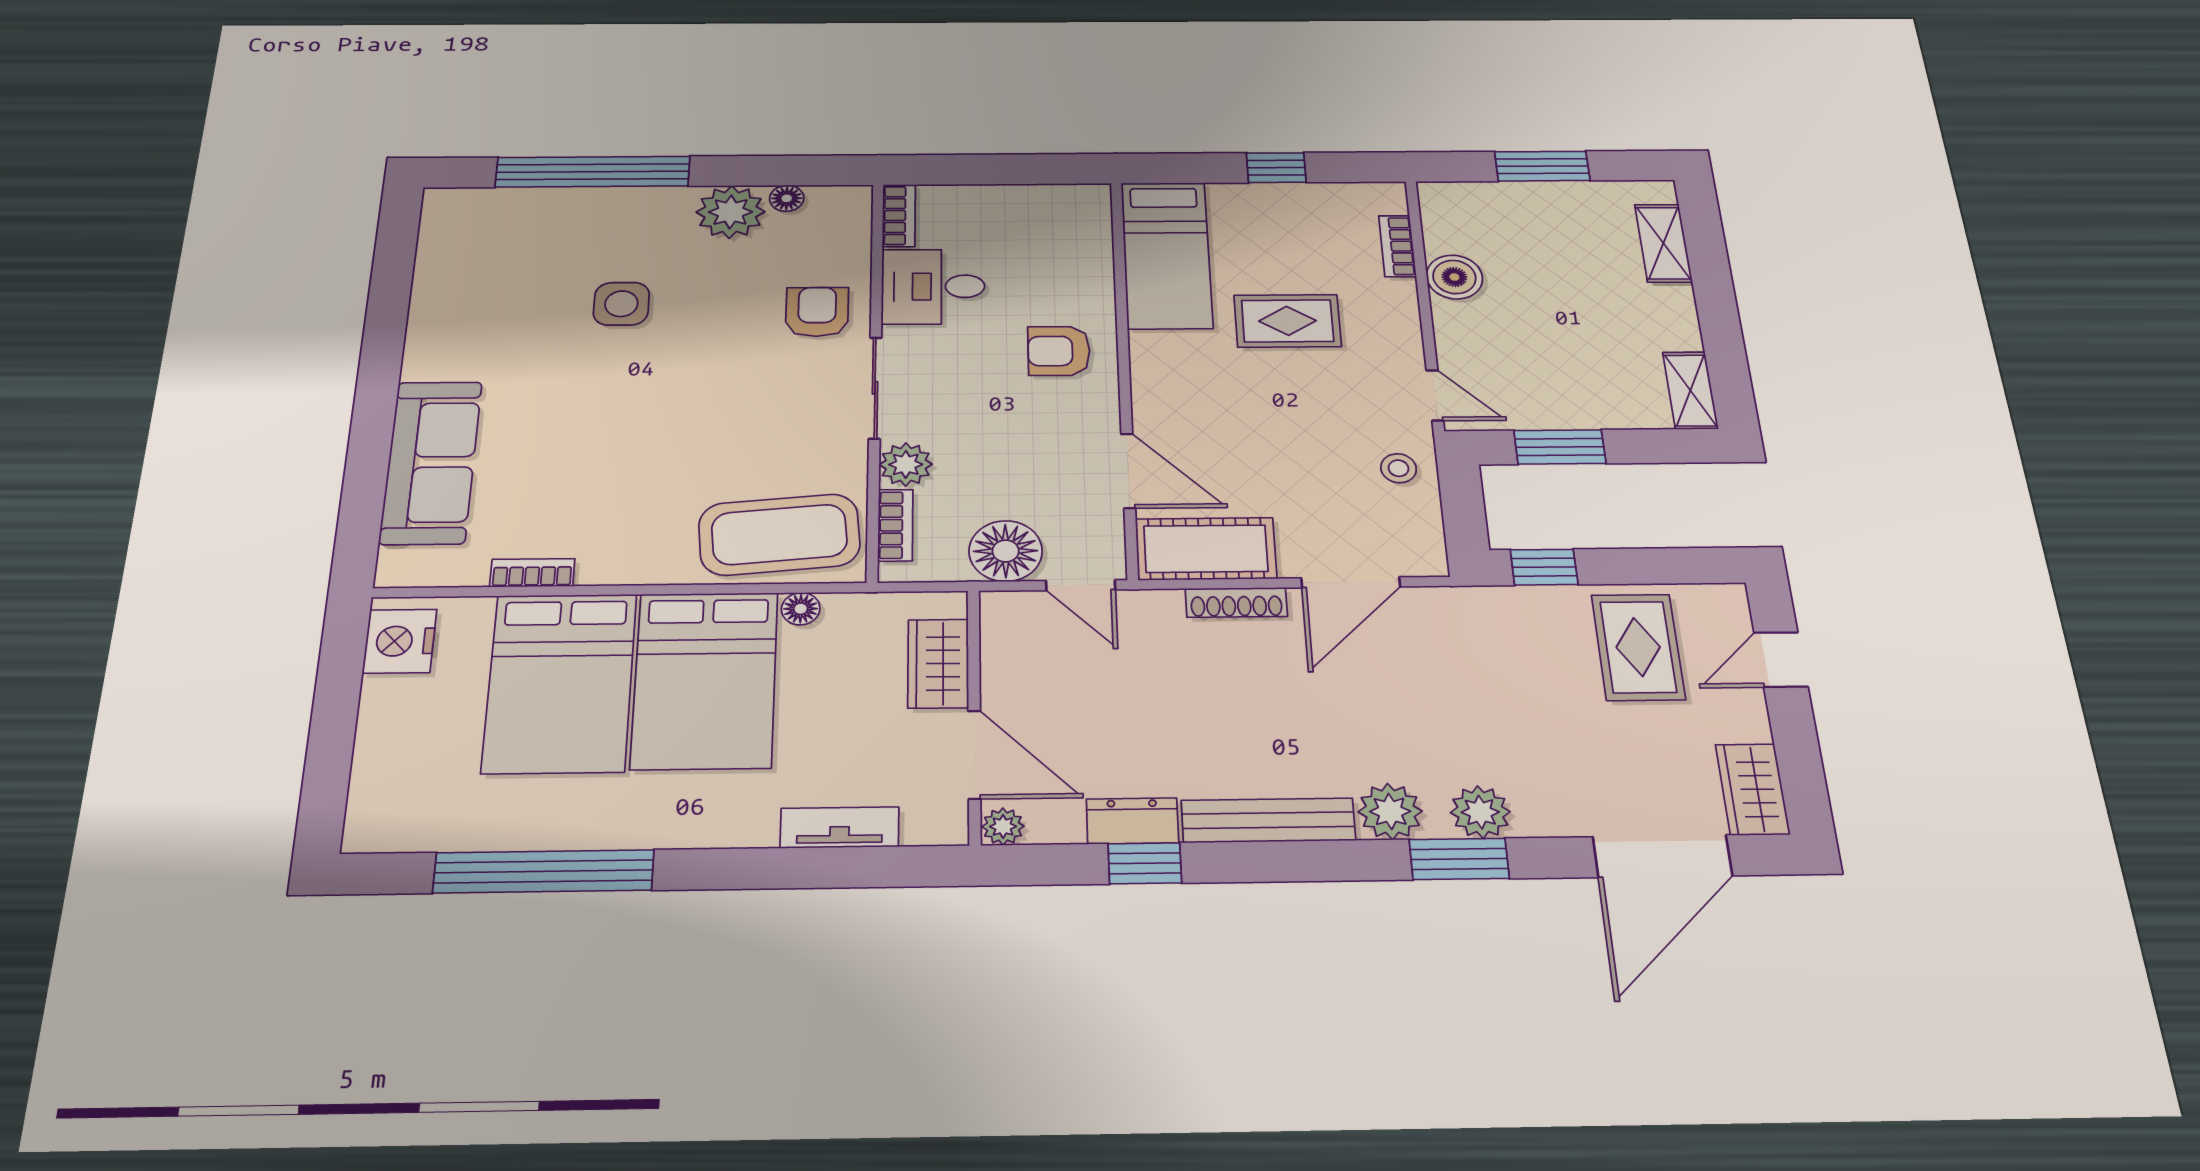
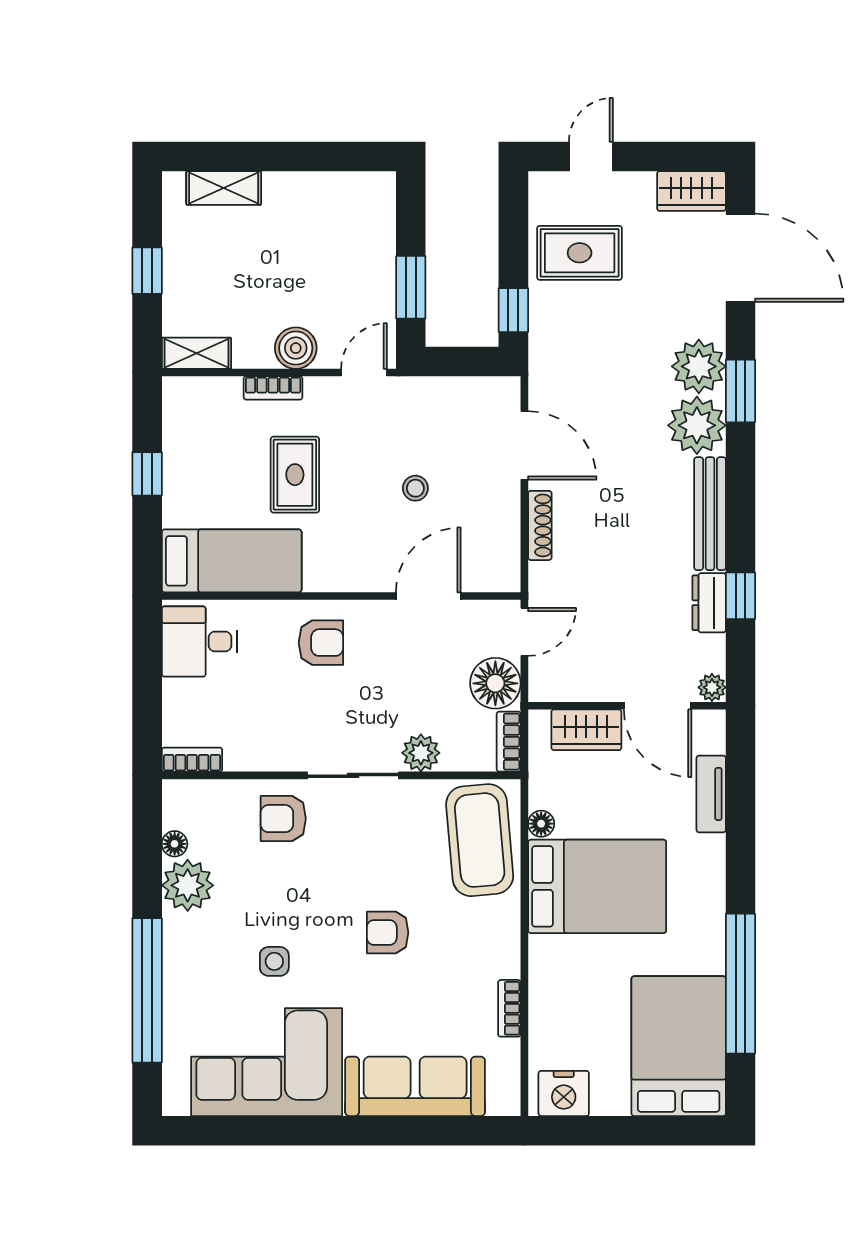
window: (1542, 166) -> (147, 271), width x0.67
bookcase: (1397, 246) -> (273, 388), moved
boiler: (1454, 277) -> (296, 348), moved
desk: (933, 287) -> (200, 641), moved, turned 90
corner sofa: (484, 297) -> (267, 1062), added
side table: (621, 304) -> (274, 961), width x0.73, depth x0.73
armchair: (1059, 351) -> (321, 643), turned -90
shelving: (1690, 390) -> (196, 353), moved
armchair: (653, 429) -> (388, 933), added
stool: (1399, 468) -> (415, 488), moved
bookcase: (895, 525) -> (509, 742), moved, turned -90
cot: (1206, 549) -> (495, 544), removed
door: (1781, 660) -> (591, 156), swing flipped
bed: (560, 682) -> (679, 1046), moved, turned -90
door: (974, 755) -> (658, 706), swing flipped
plant: (1390, 811) -> (697, 425), width x1.36, depth x1.36
plant: (1480, 812) -> (699, 366), width x1.36, depth x1.36

